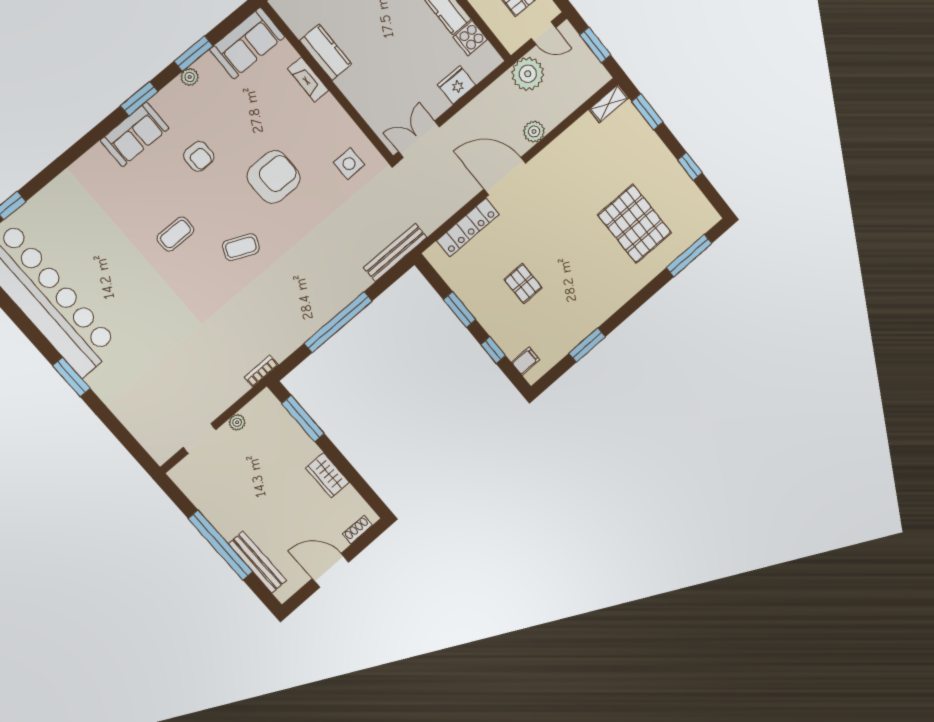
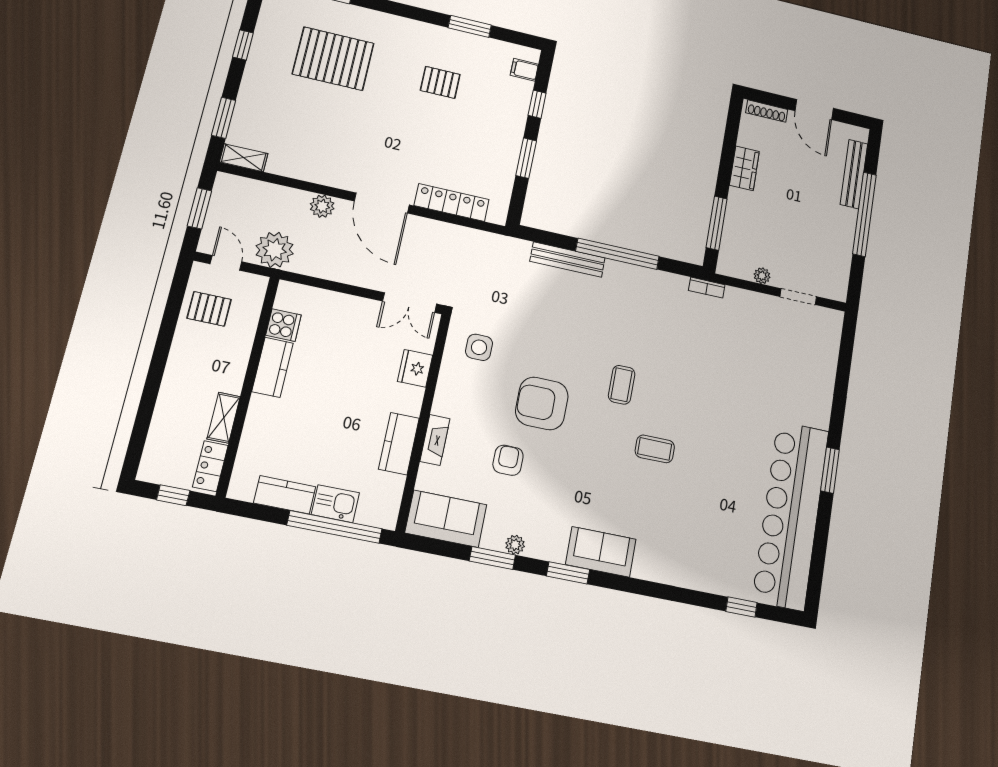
fridge: (457, 85) -> (415, 368), moved, turned 90
armchair: (199, 156) -> (508, 460), moved
pallet: (635, 224) -> (333, 59), turned 90
coffee table: (241, 247) -> (622, 385), turned 66
bench: (395, 252) -> (567, 260), moved
pallet: (523, 284) -> (440, 82), moved, turned 90
window: (71, 377) -> (830, 470), moved
shoe rack: (357, 530) -> (767, 111), width x1.43

